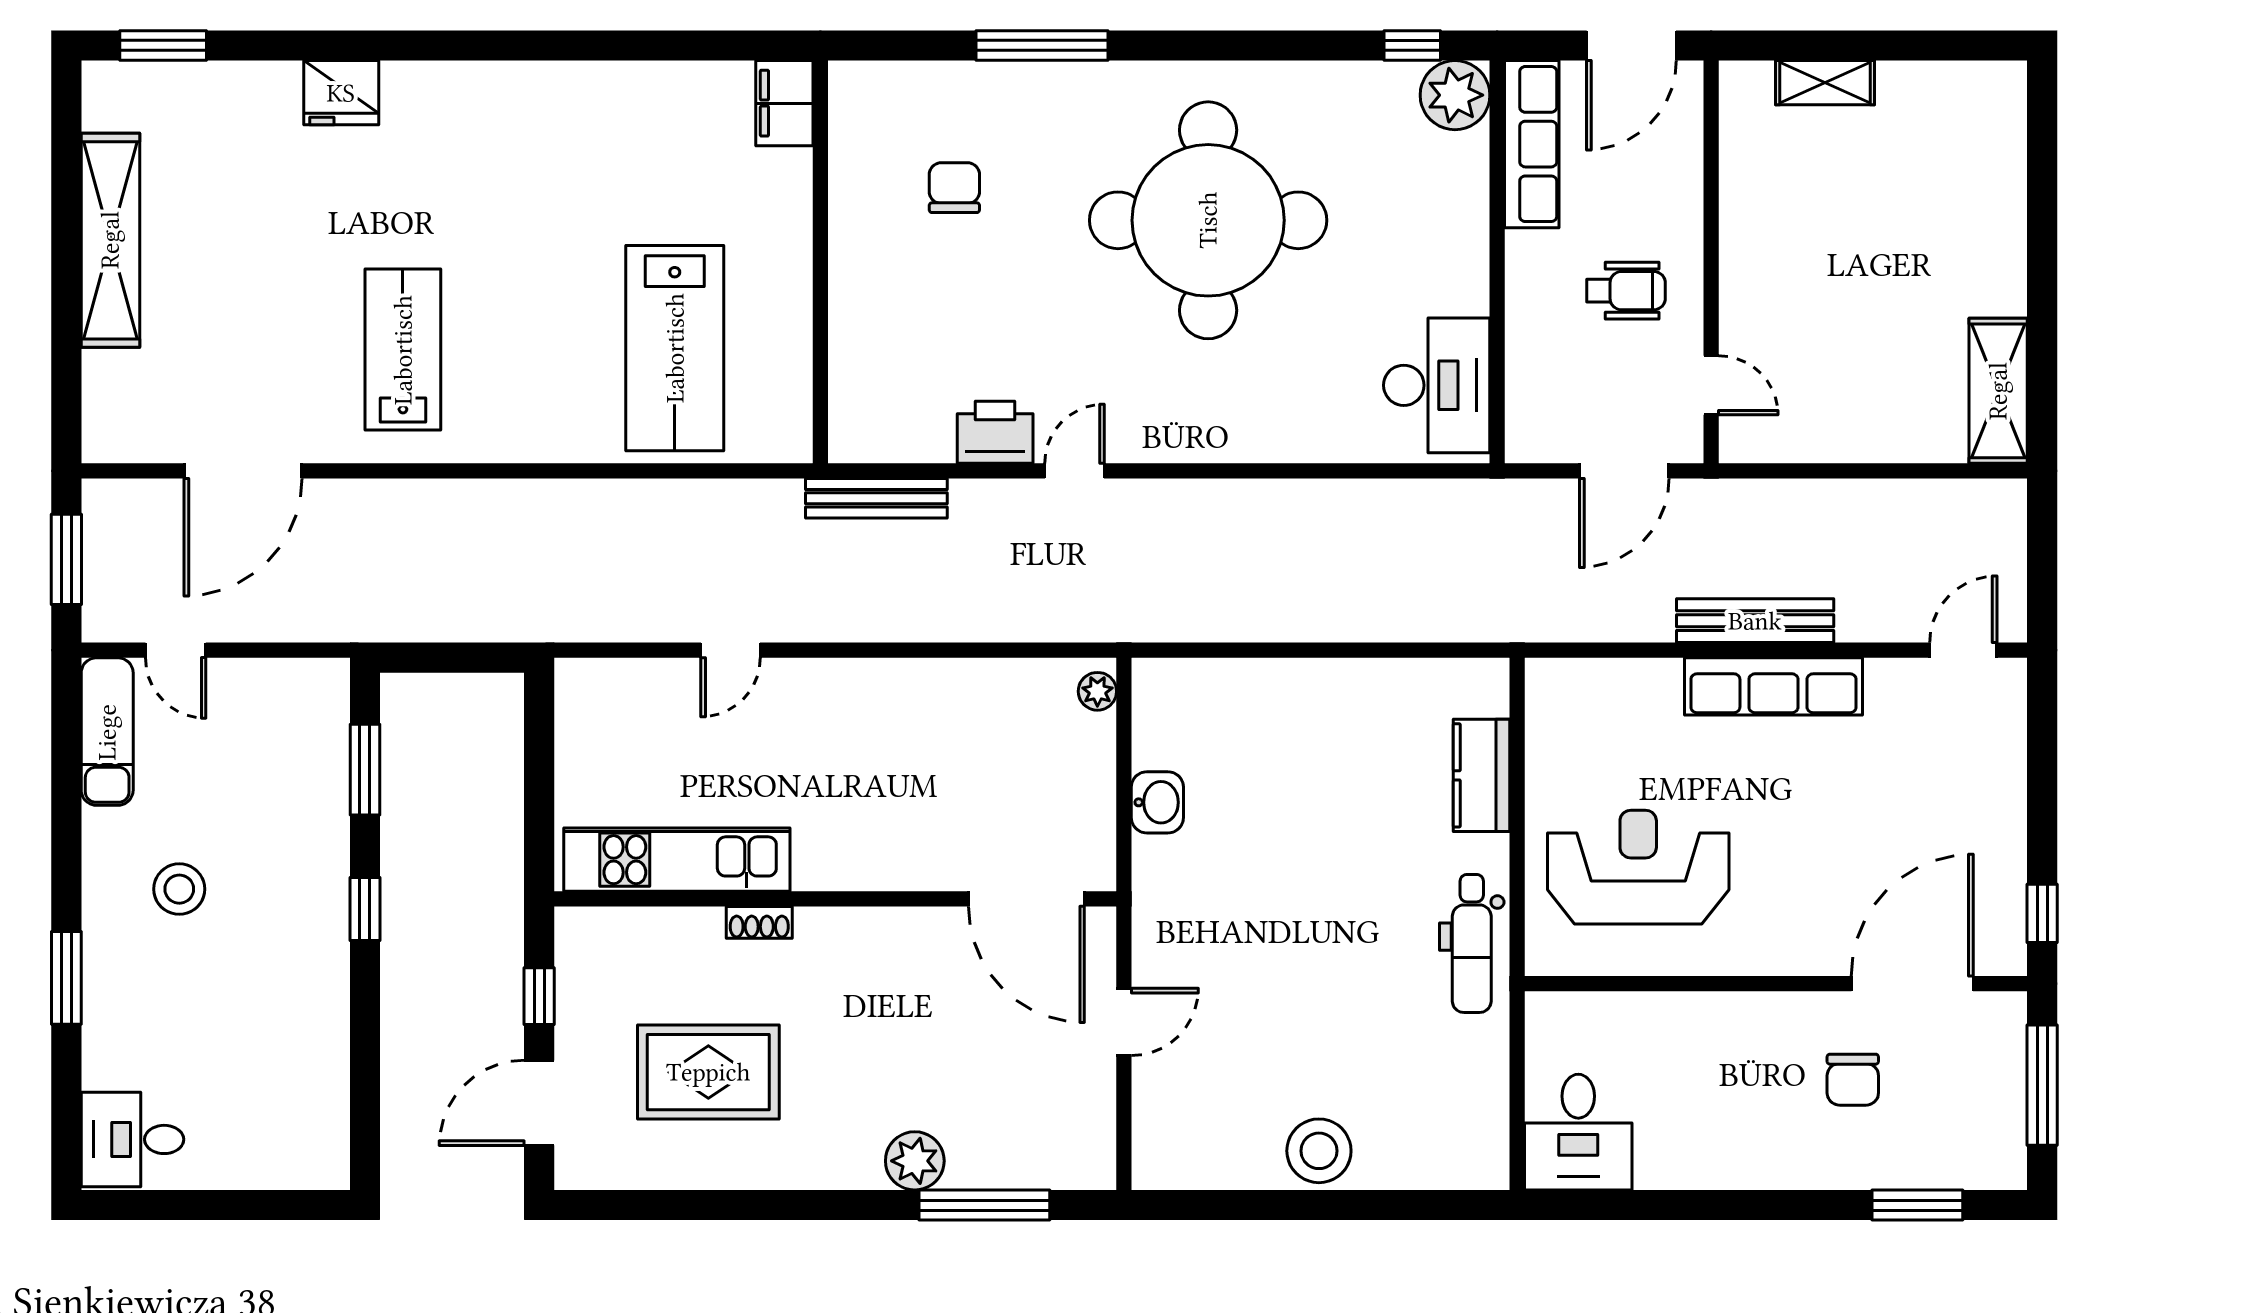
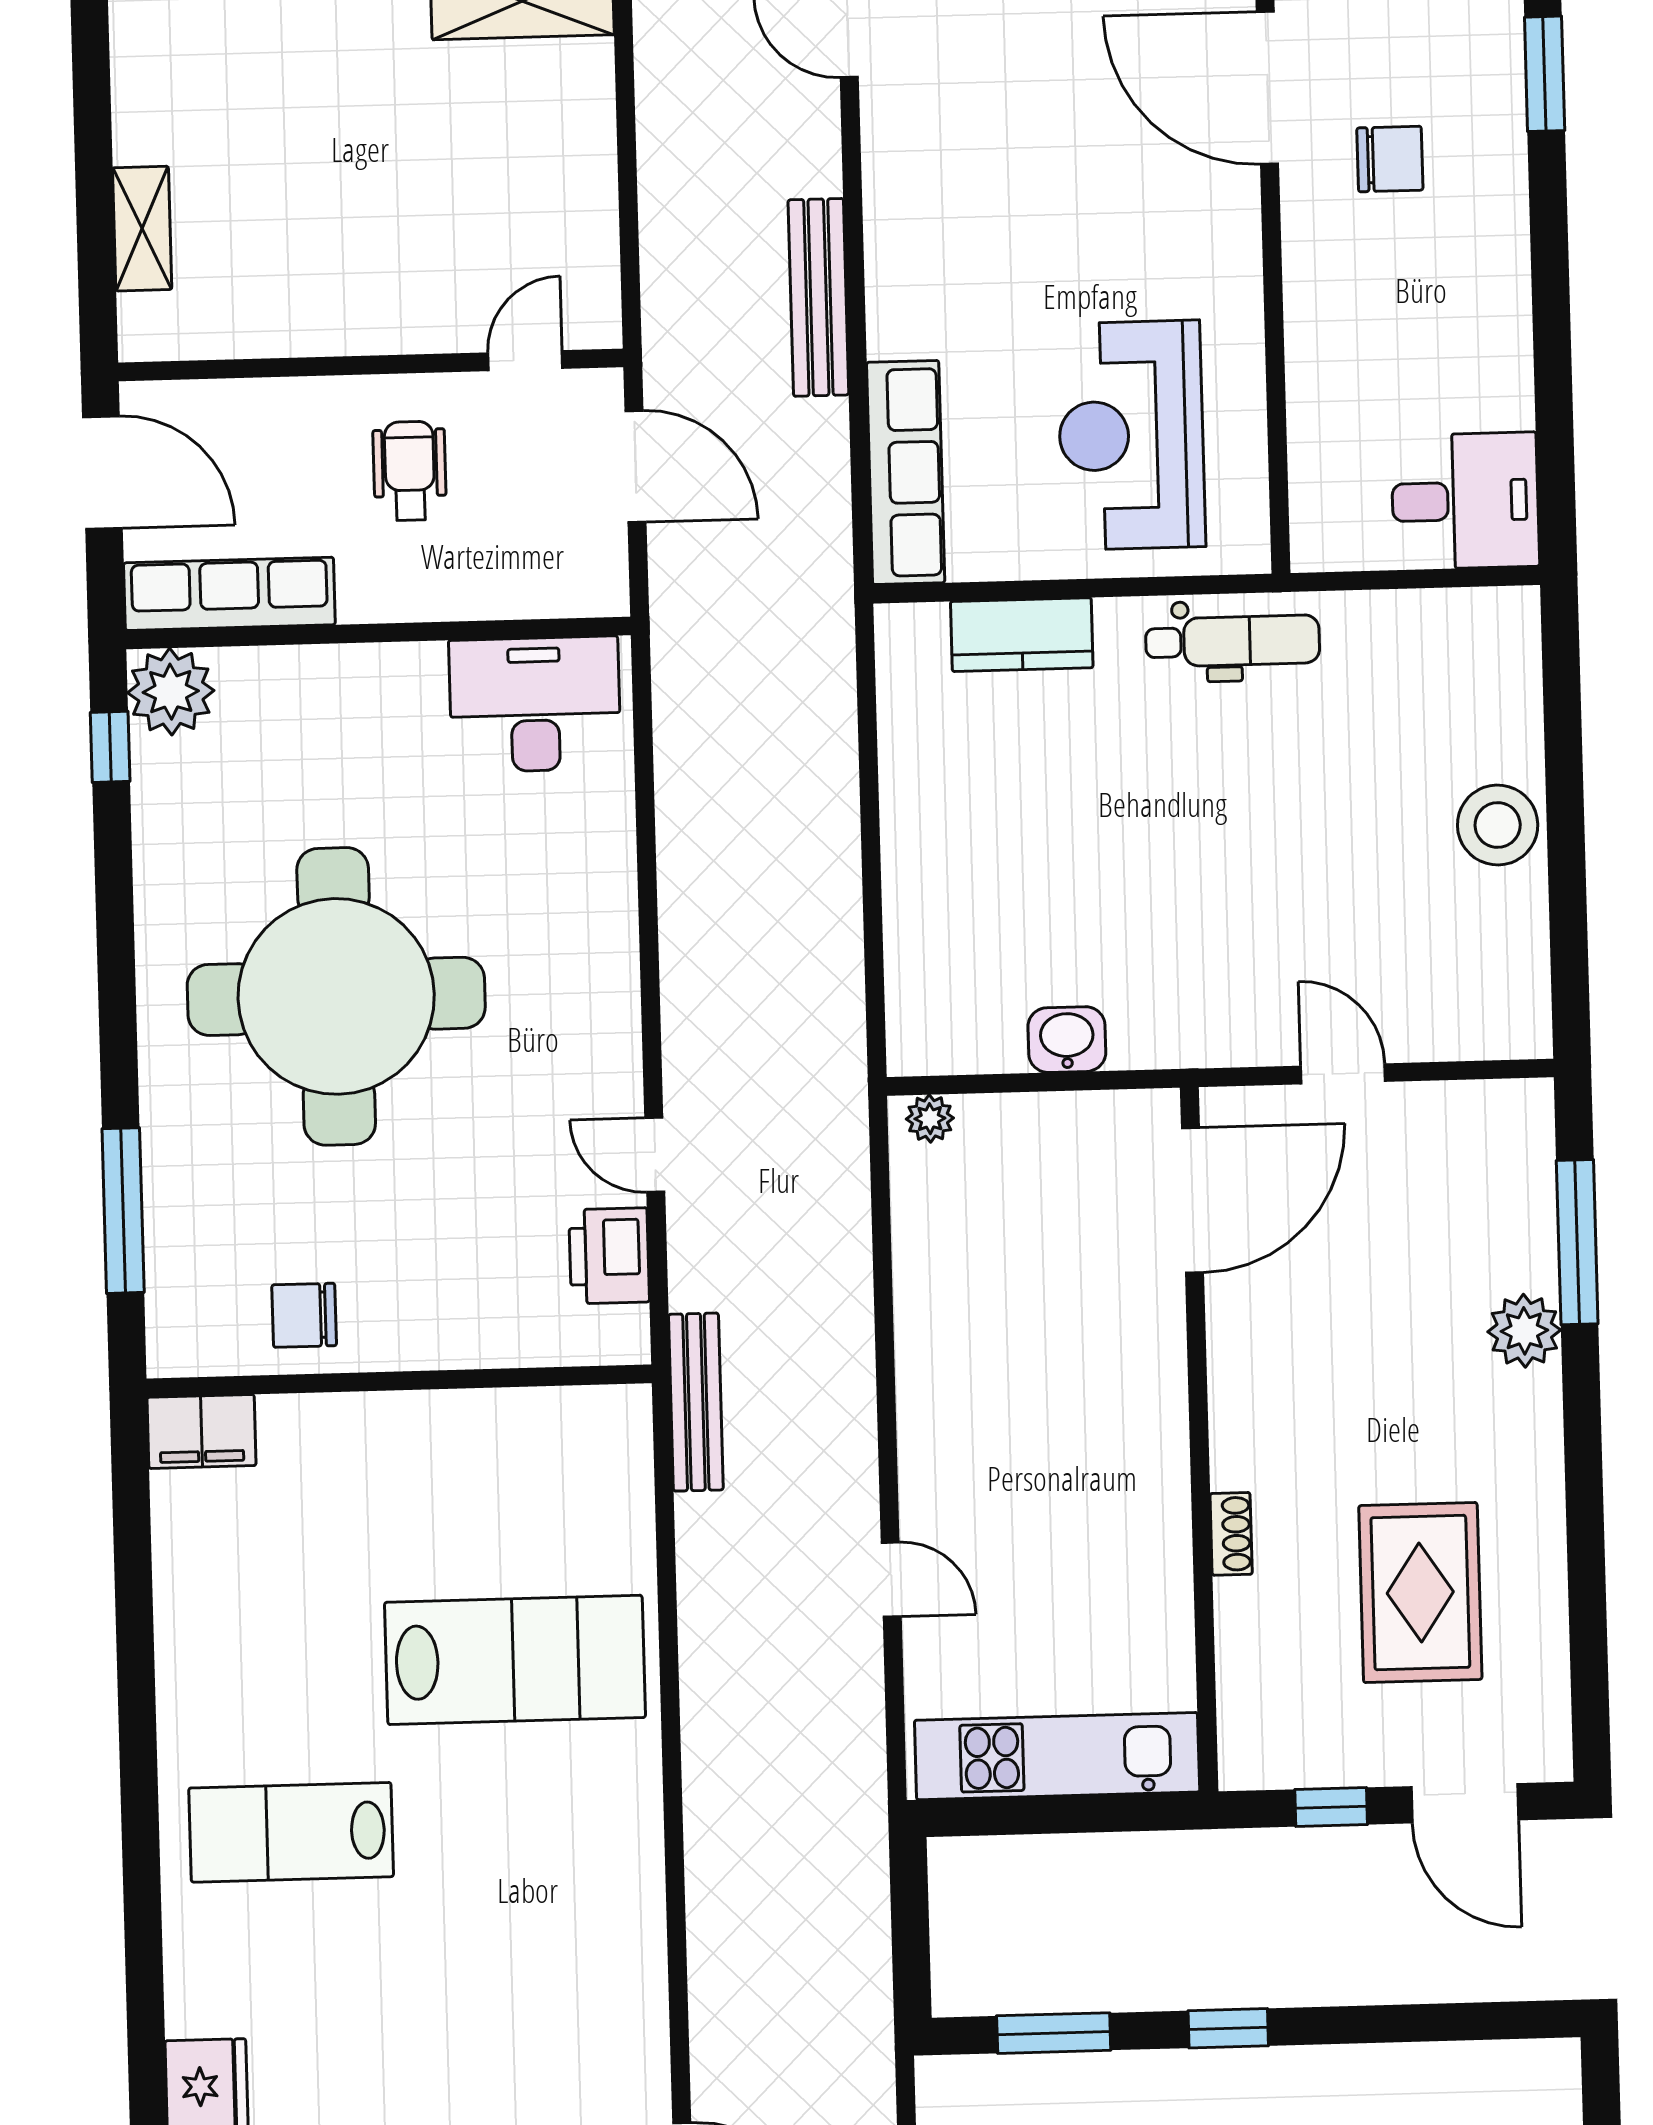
filing cabinet: (784, 103) -> (201, 1431), moved
wall: (820, 262) -> (399, 1381), moved
lab bench: (403, 350) -> (291, 1832), moved
row of seats: (1773, 686) -> (906, 473), moved
kitchen unit: (677, 860) -> (1057, 1756), moved, turned 90

